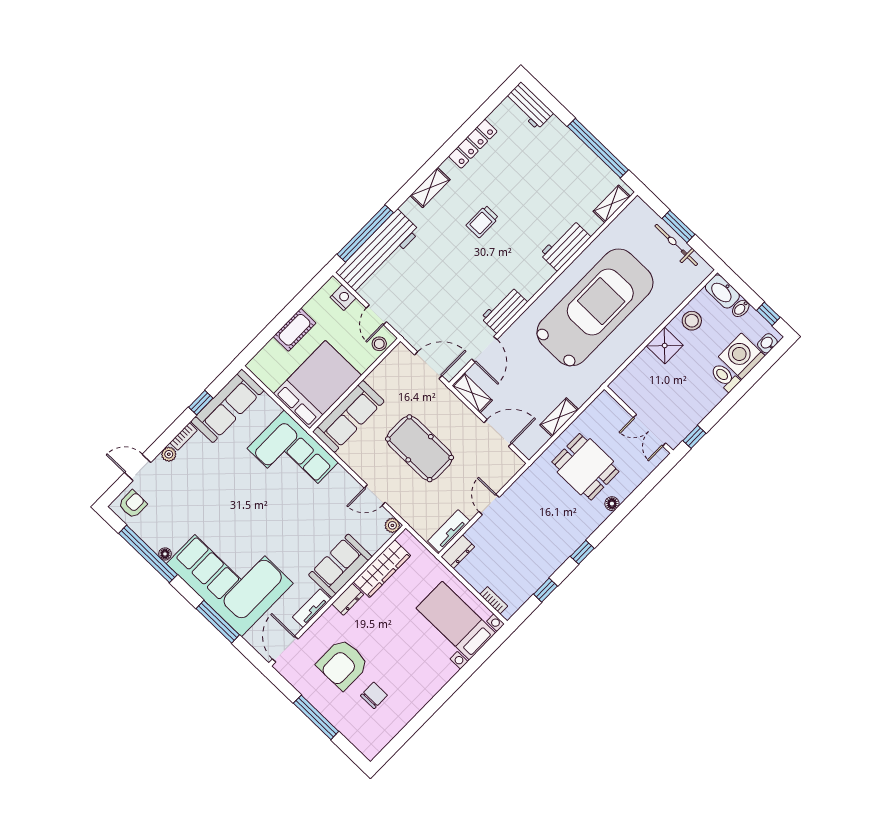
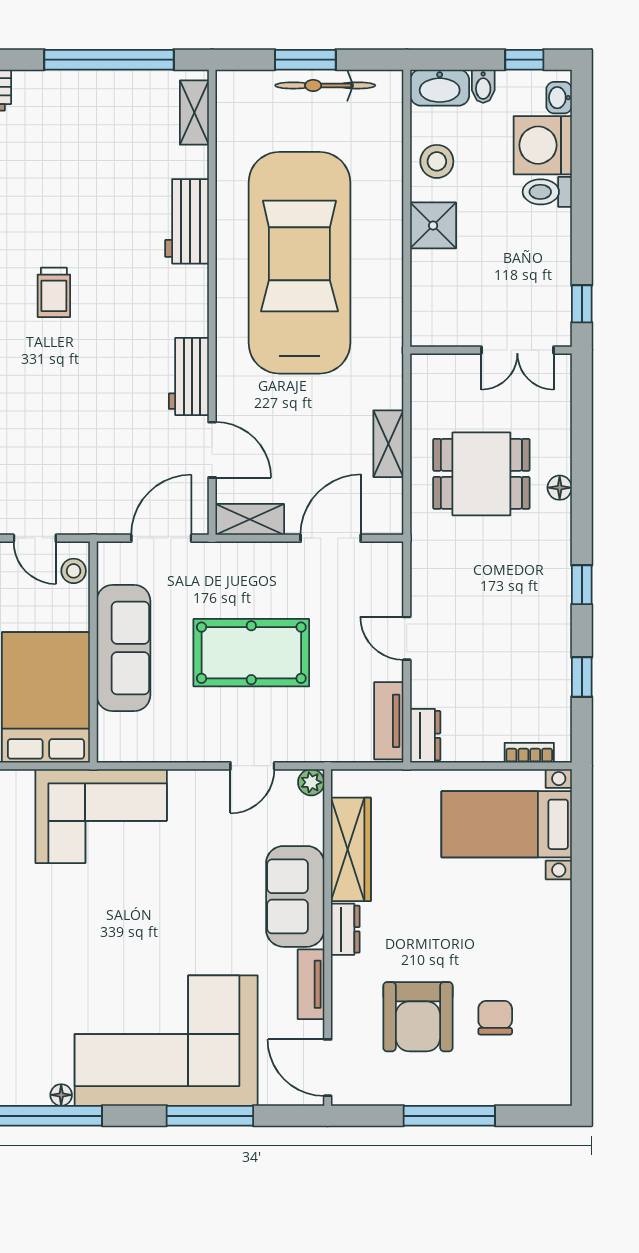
sofa: (348, 416) -> (123, 648), moved

